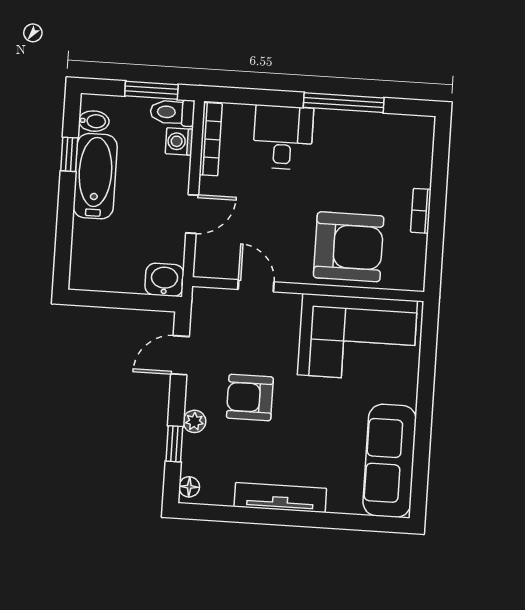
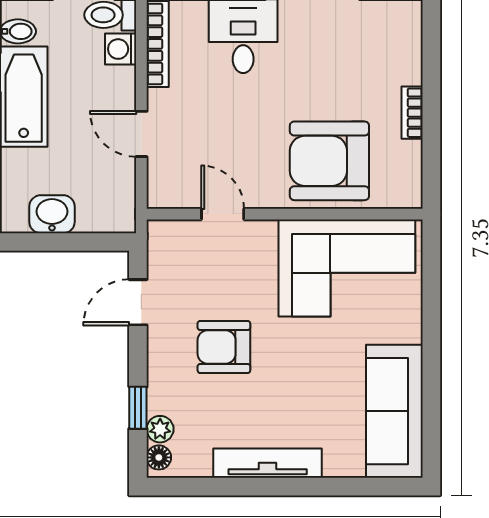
door: (192, 214) -> (141, 134), swing flipped
armchair: (349, 247) -> (329, 161), turned 180
washbasin: (164, 280) -> (52, 214), moved
plant: (194, 421) -> (160, 429), moved

